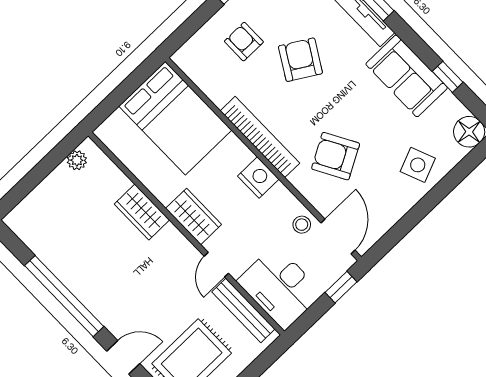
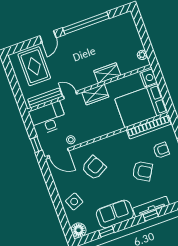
bookcase: (260, 137) -> (149, 127), moved
nightstand: (258, 178) -> (148, 78), moved, turned -90

